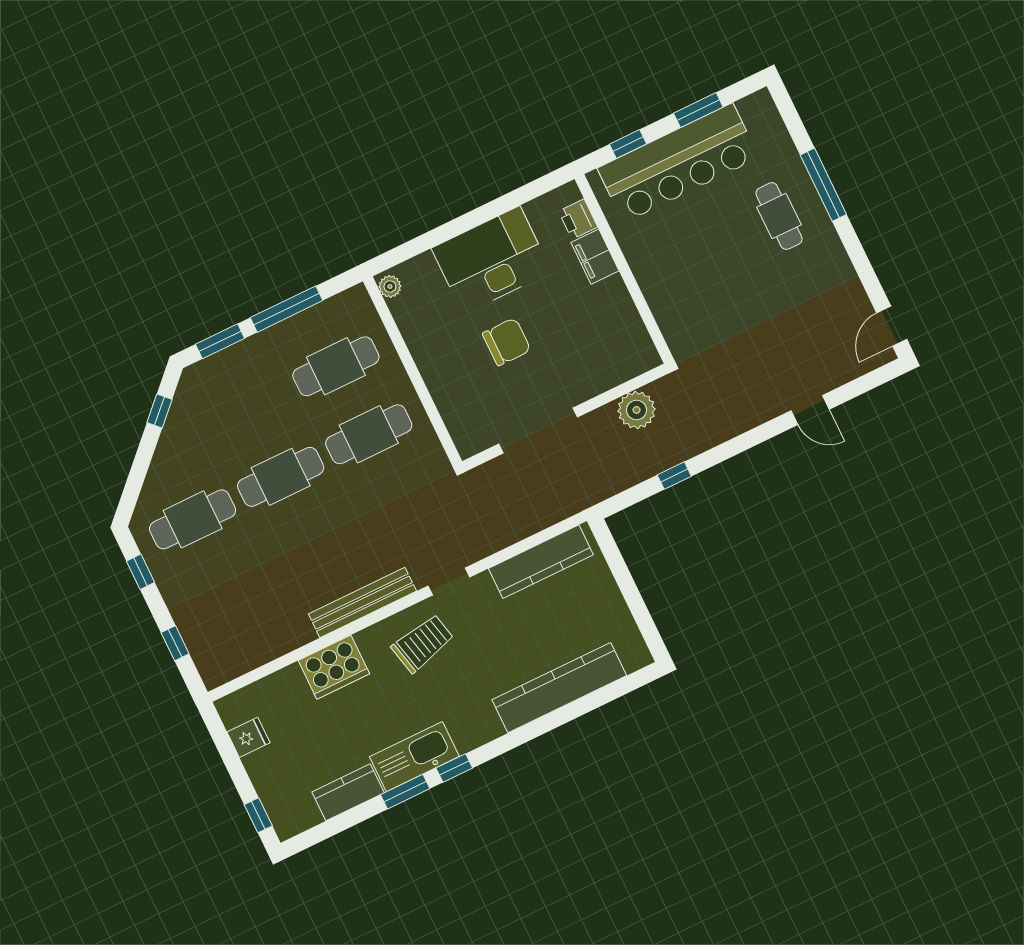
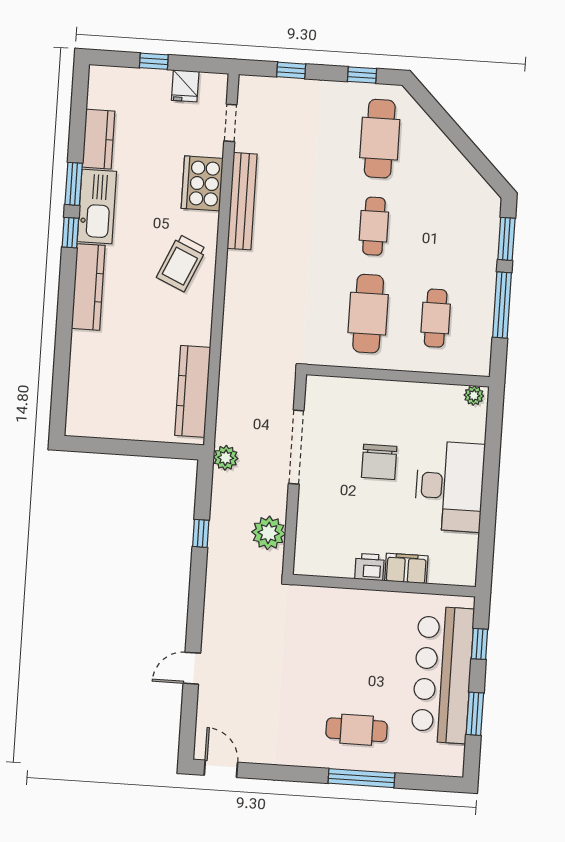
printer: (578, 219) -> (369, 567), moved
cafe table: (336, 366) -> (436, 318), width x0.73, depth x0.74
window: (159, 411) -> (479, 161), removed
cafe table: (281, 477) -> (374, 226), width x0.73, depth x0.74
plant: (587, 493) -> (226, 458), added
doorway: (449, 582) -> (230, 123), moved
bench: (362, 603) -> (242, 201), moved
trolley: (423, 643) -> (181, 263), turned 37
kitchen counter: (559, 688) -> (88, 287), moved, width x0.72, depth x0.86
window: (258, 815) -> (154, 61), moved

